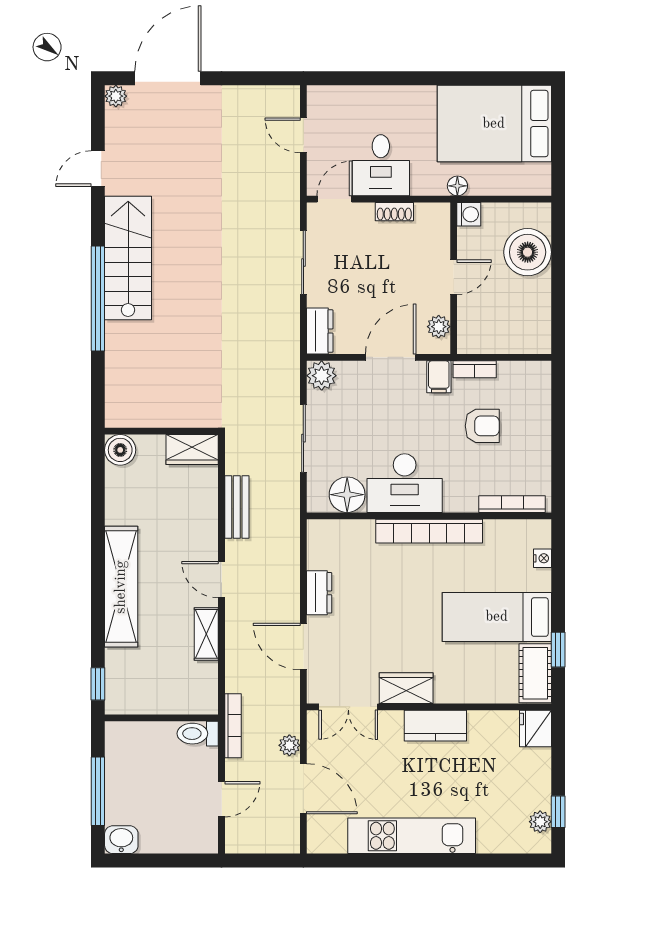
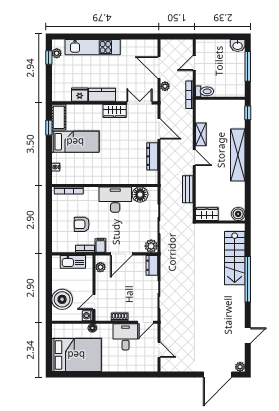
stairs: (128, 258) -> (235, 258), moved
door: (454, 277) -> (94, 302), moved
kitchen sink: (503, 339) -> (73, 262), added
bookcase: (429, 531) -> (105, 179), removed
dresser: (319, 593) -> (152, 156), width x1.44
fridge: (535, 729) -> (80, 95), moved, turned -90
kitchen unit: (412, 836) -> (93, 47), moved

